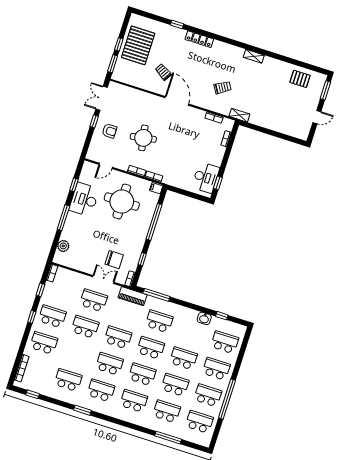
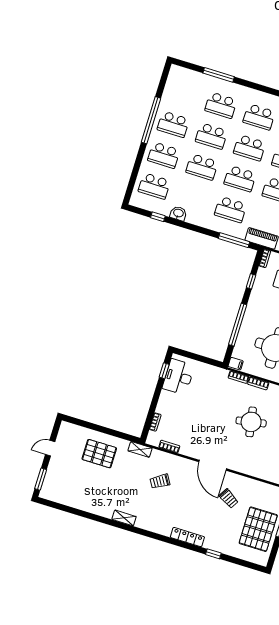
pallet: (300, 79) -> (99, 454), moved, width x1.50, depth x1.42
school desk: (199, 422) -> (183, 93), removed

